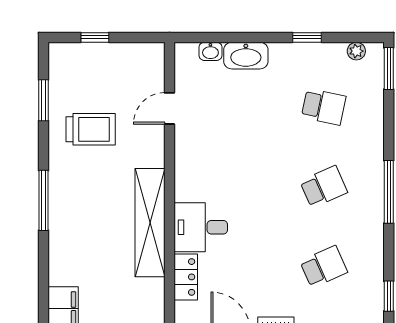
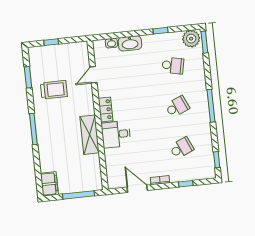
plant: (356, 51) -> (191, 39), width x1.88, depth x1.88
shelving: (150, 223) -> (90, 135), width x0.68
locker: (186, 277) -> (106, 110), moved

